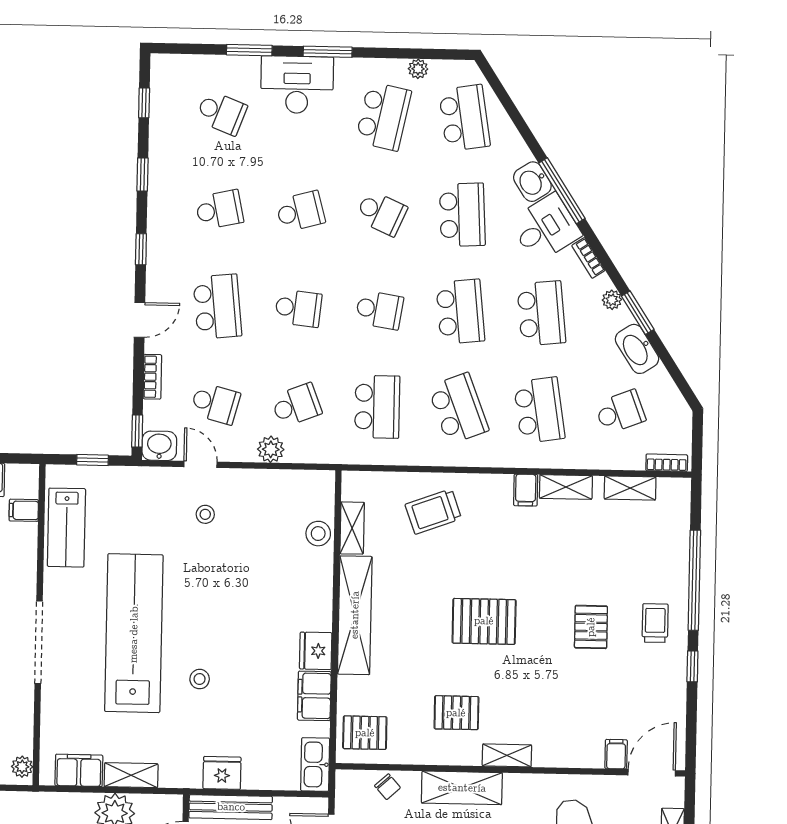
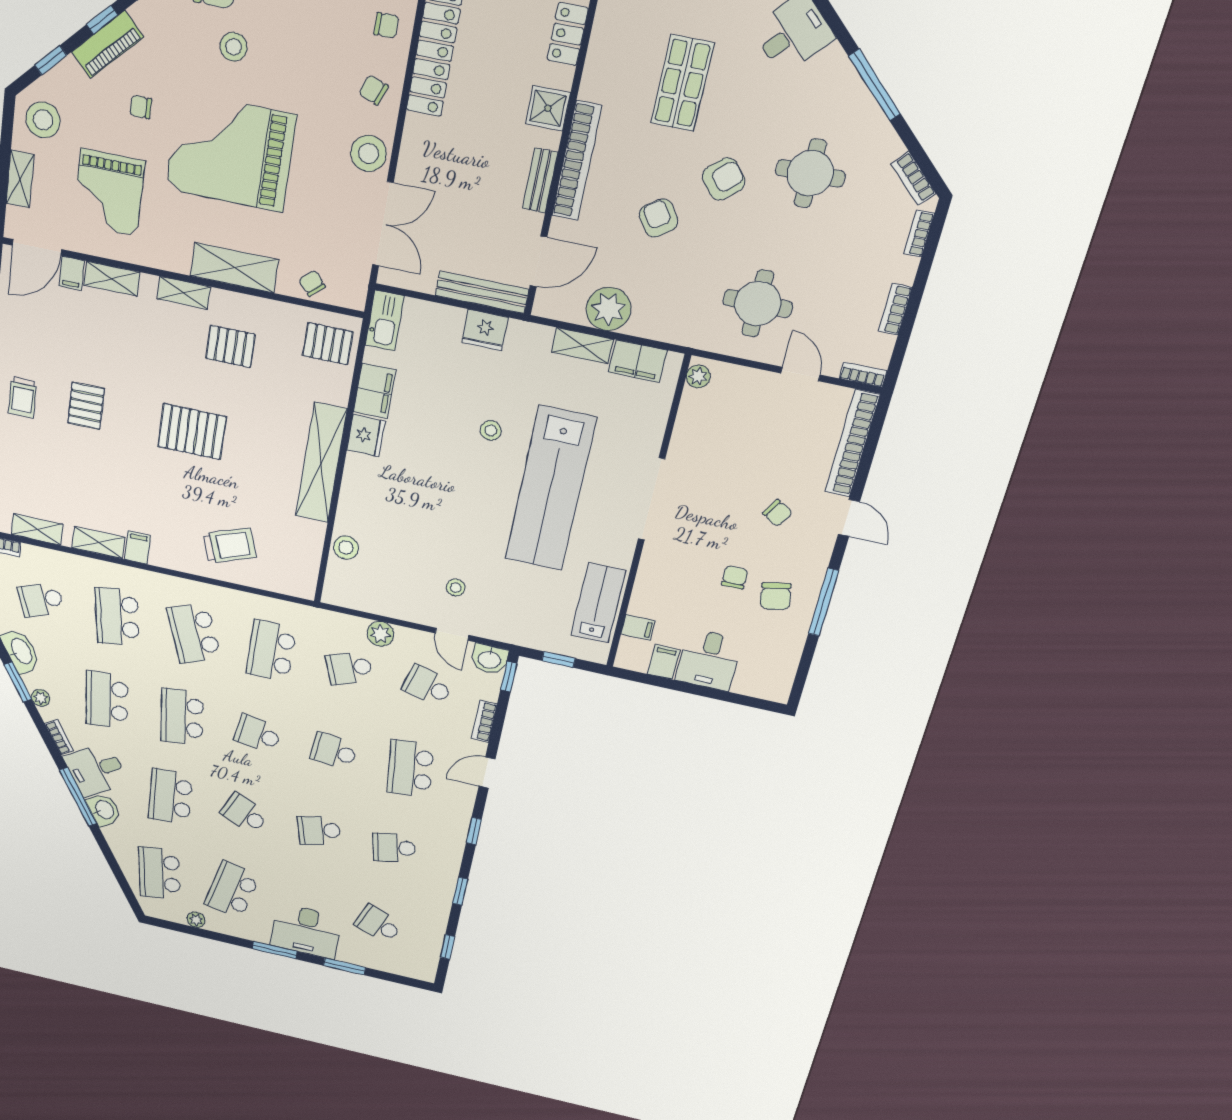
shelving: (352, 528) -> (112, 279), moved, turned 90

